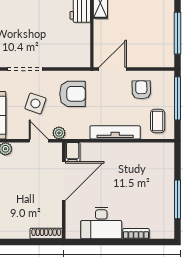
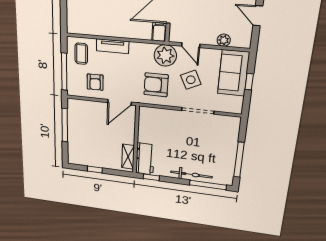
side table: (35, 103) -> (191, 80), turned 45
tv unit: (115, 132) -> (113, 46), width x0.71
plant: (59, 133) -> (165, 55), width x1.87, depth x1.87

